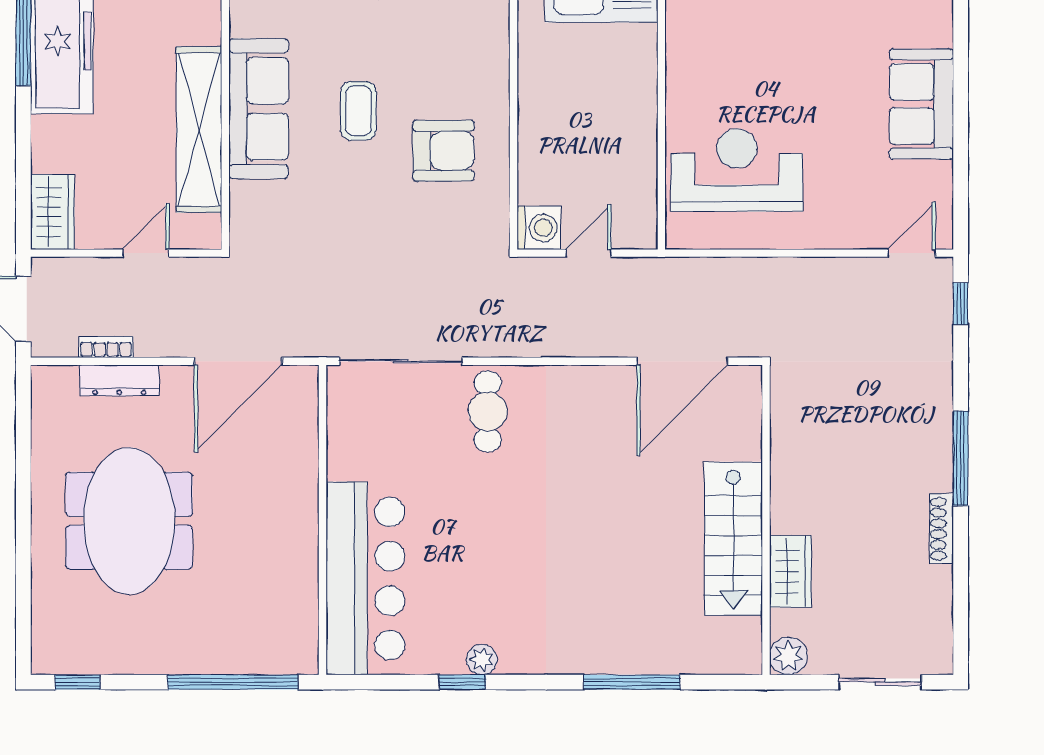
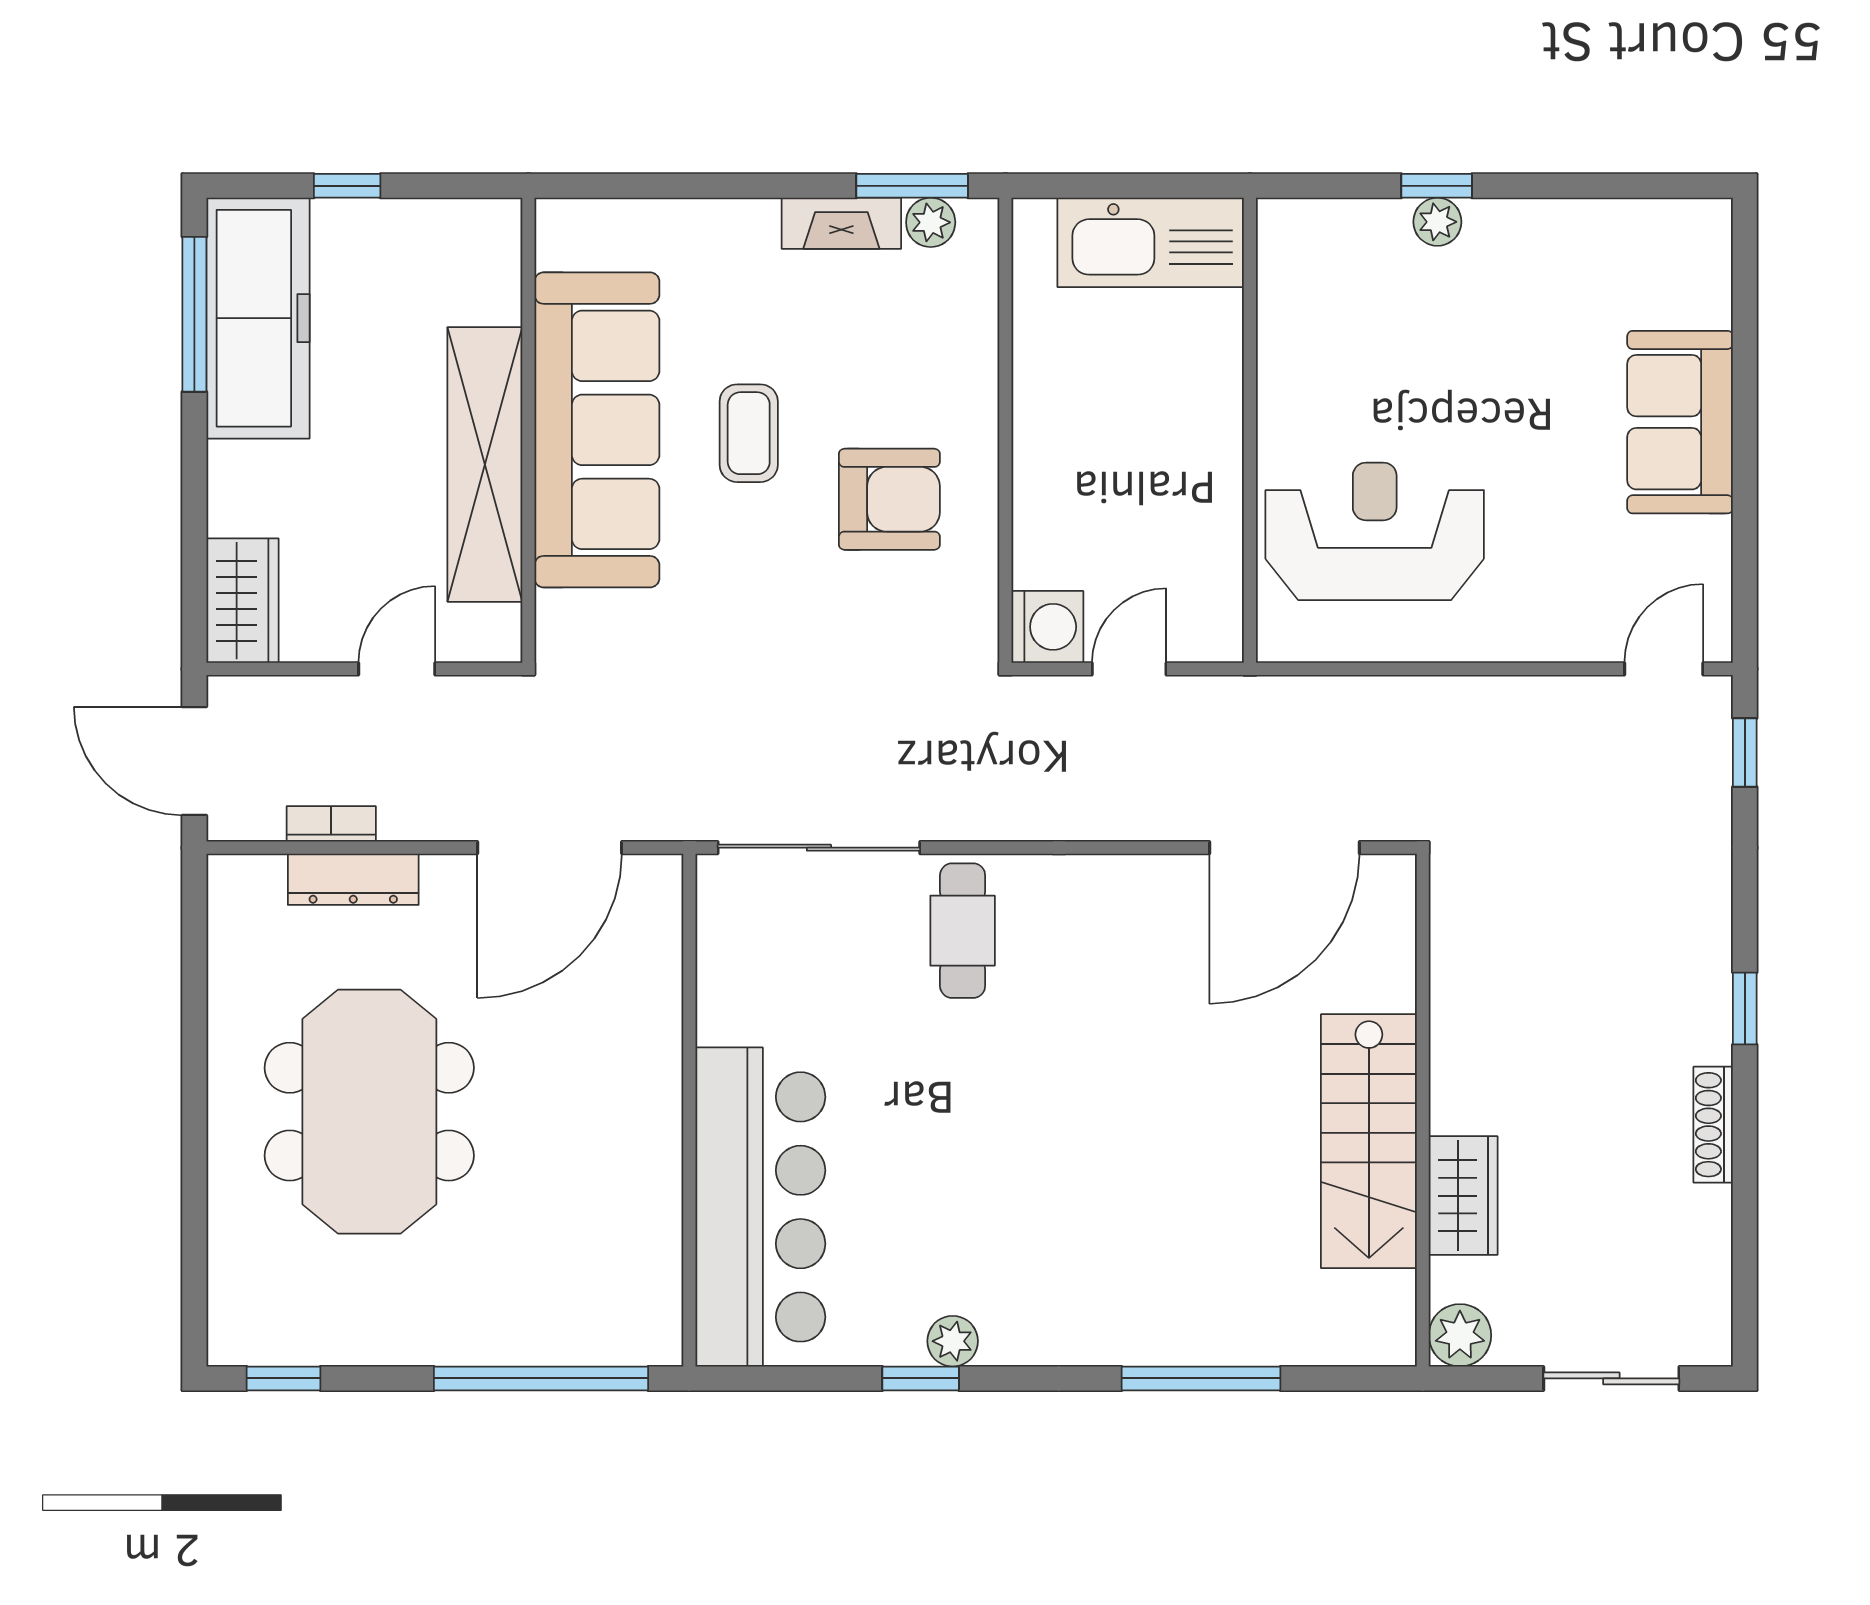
sofa: (259, 109) -> (597, 430), width x1.36, depth x1.27
window: (961, 458) -> (1745, 1008), width x0.46

